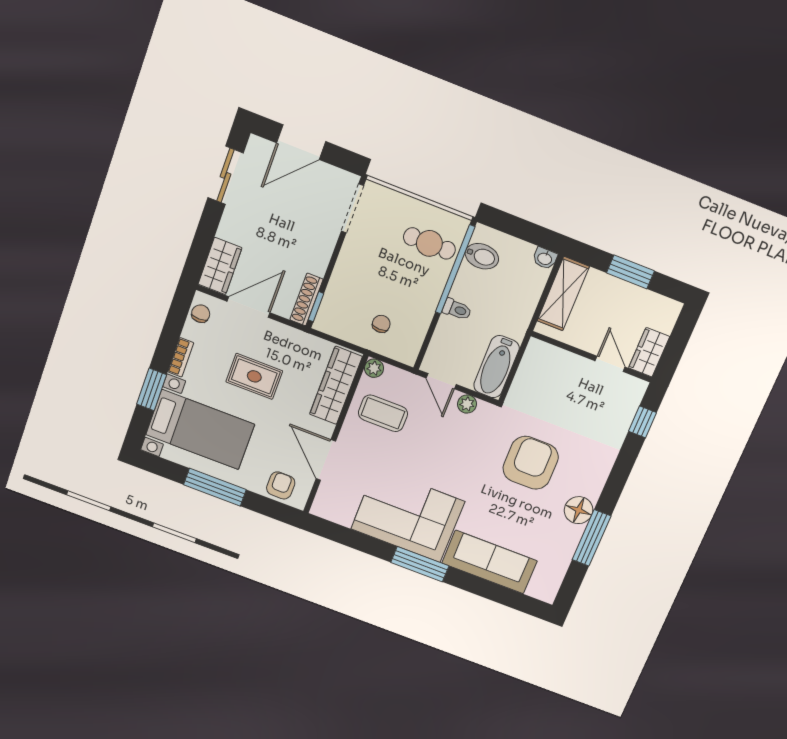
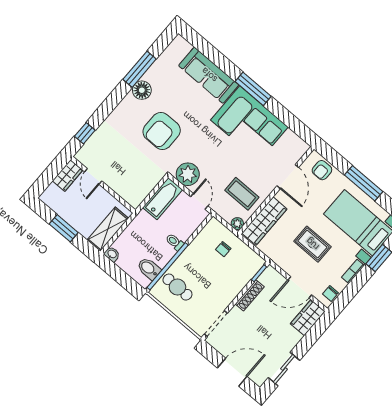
shoe rack: (306, 300) -> (250, 295), moved
plant: (467, 404) -> (188, 174), width x1.87, depth x1.87

